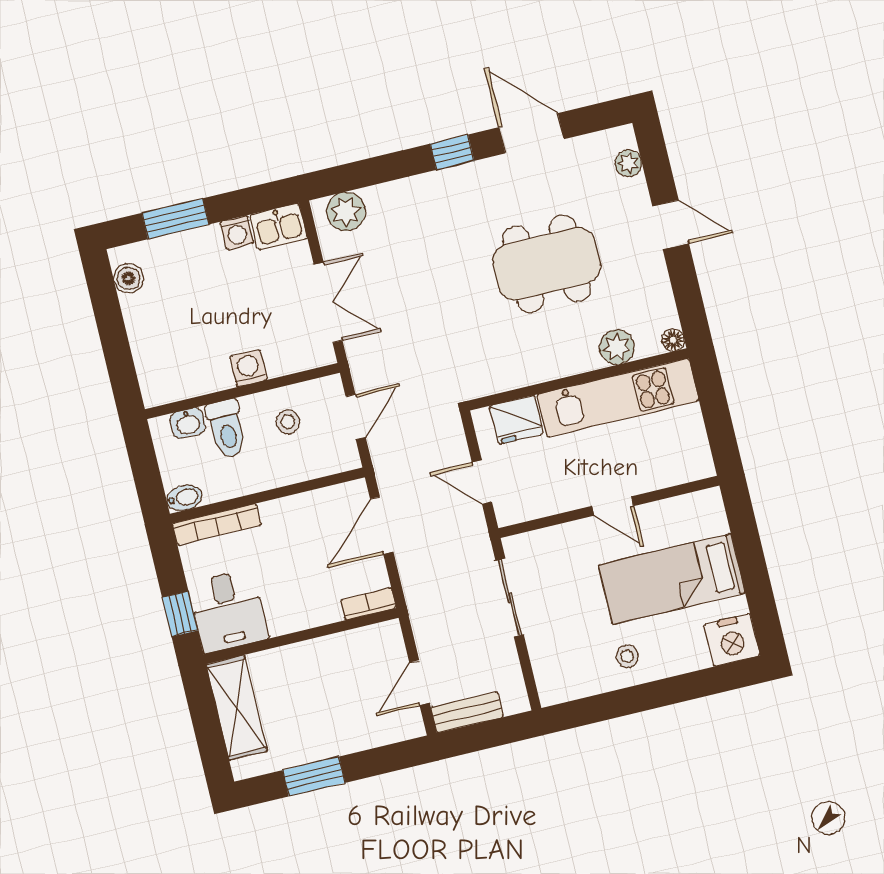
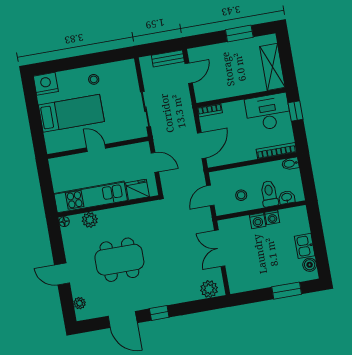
kitchen sink: (279, 226) -> (305, 246), moved, turned -90
washing machine: (237, 232) -> (272, 217), moved, turned 180
desk: (228, 611) -> (268, 112), width x1.37

